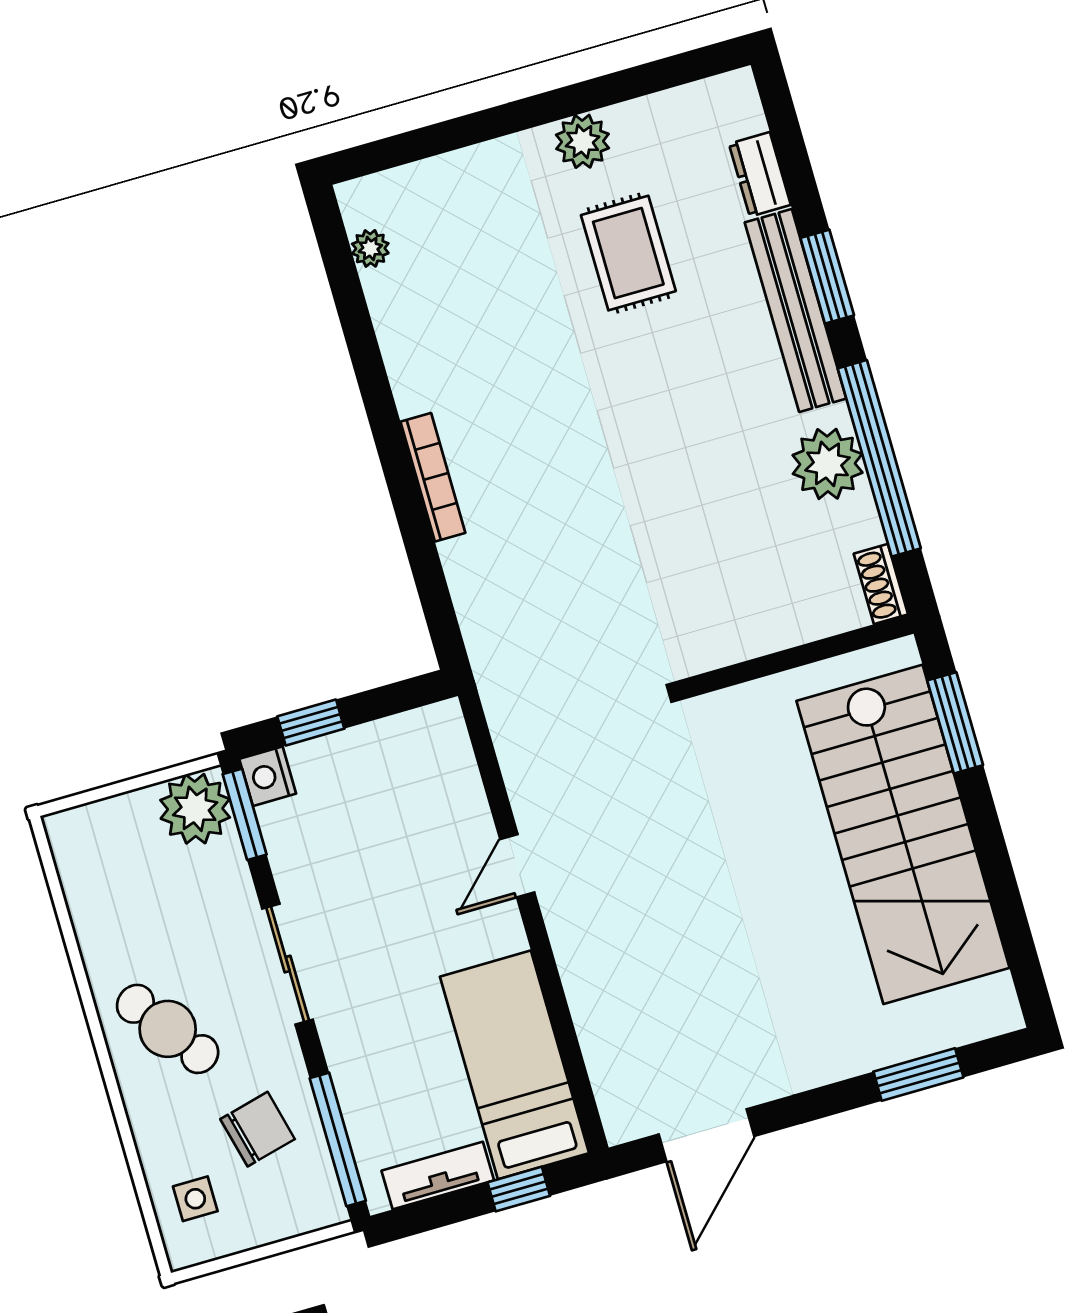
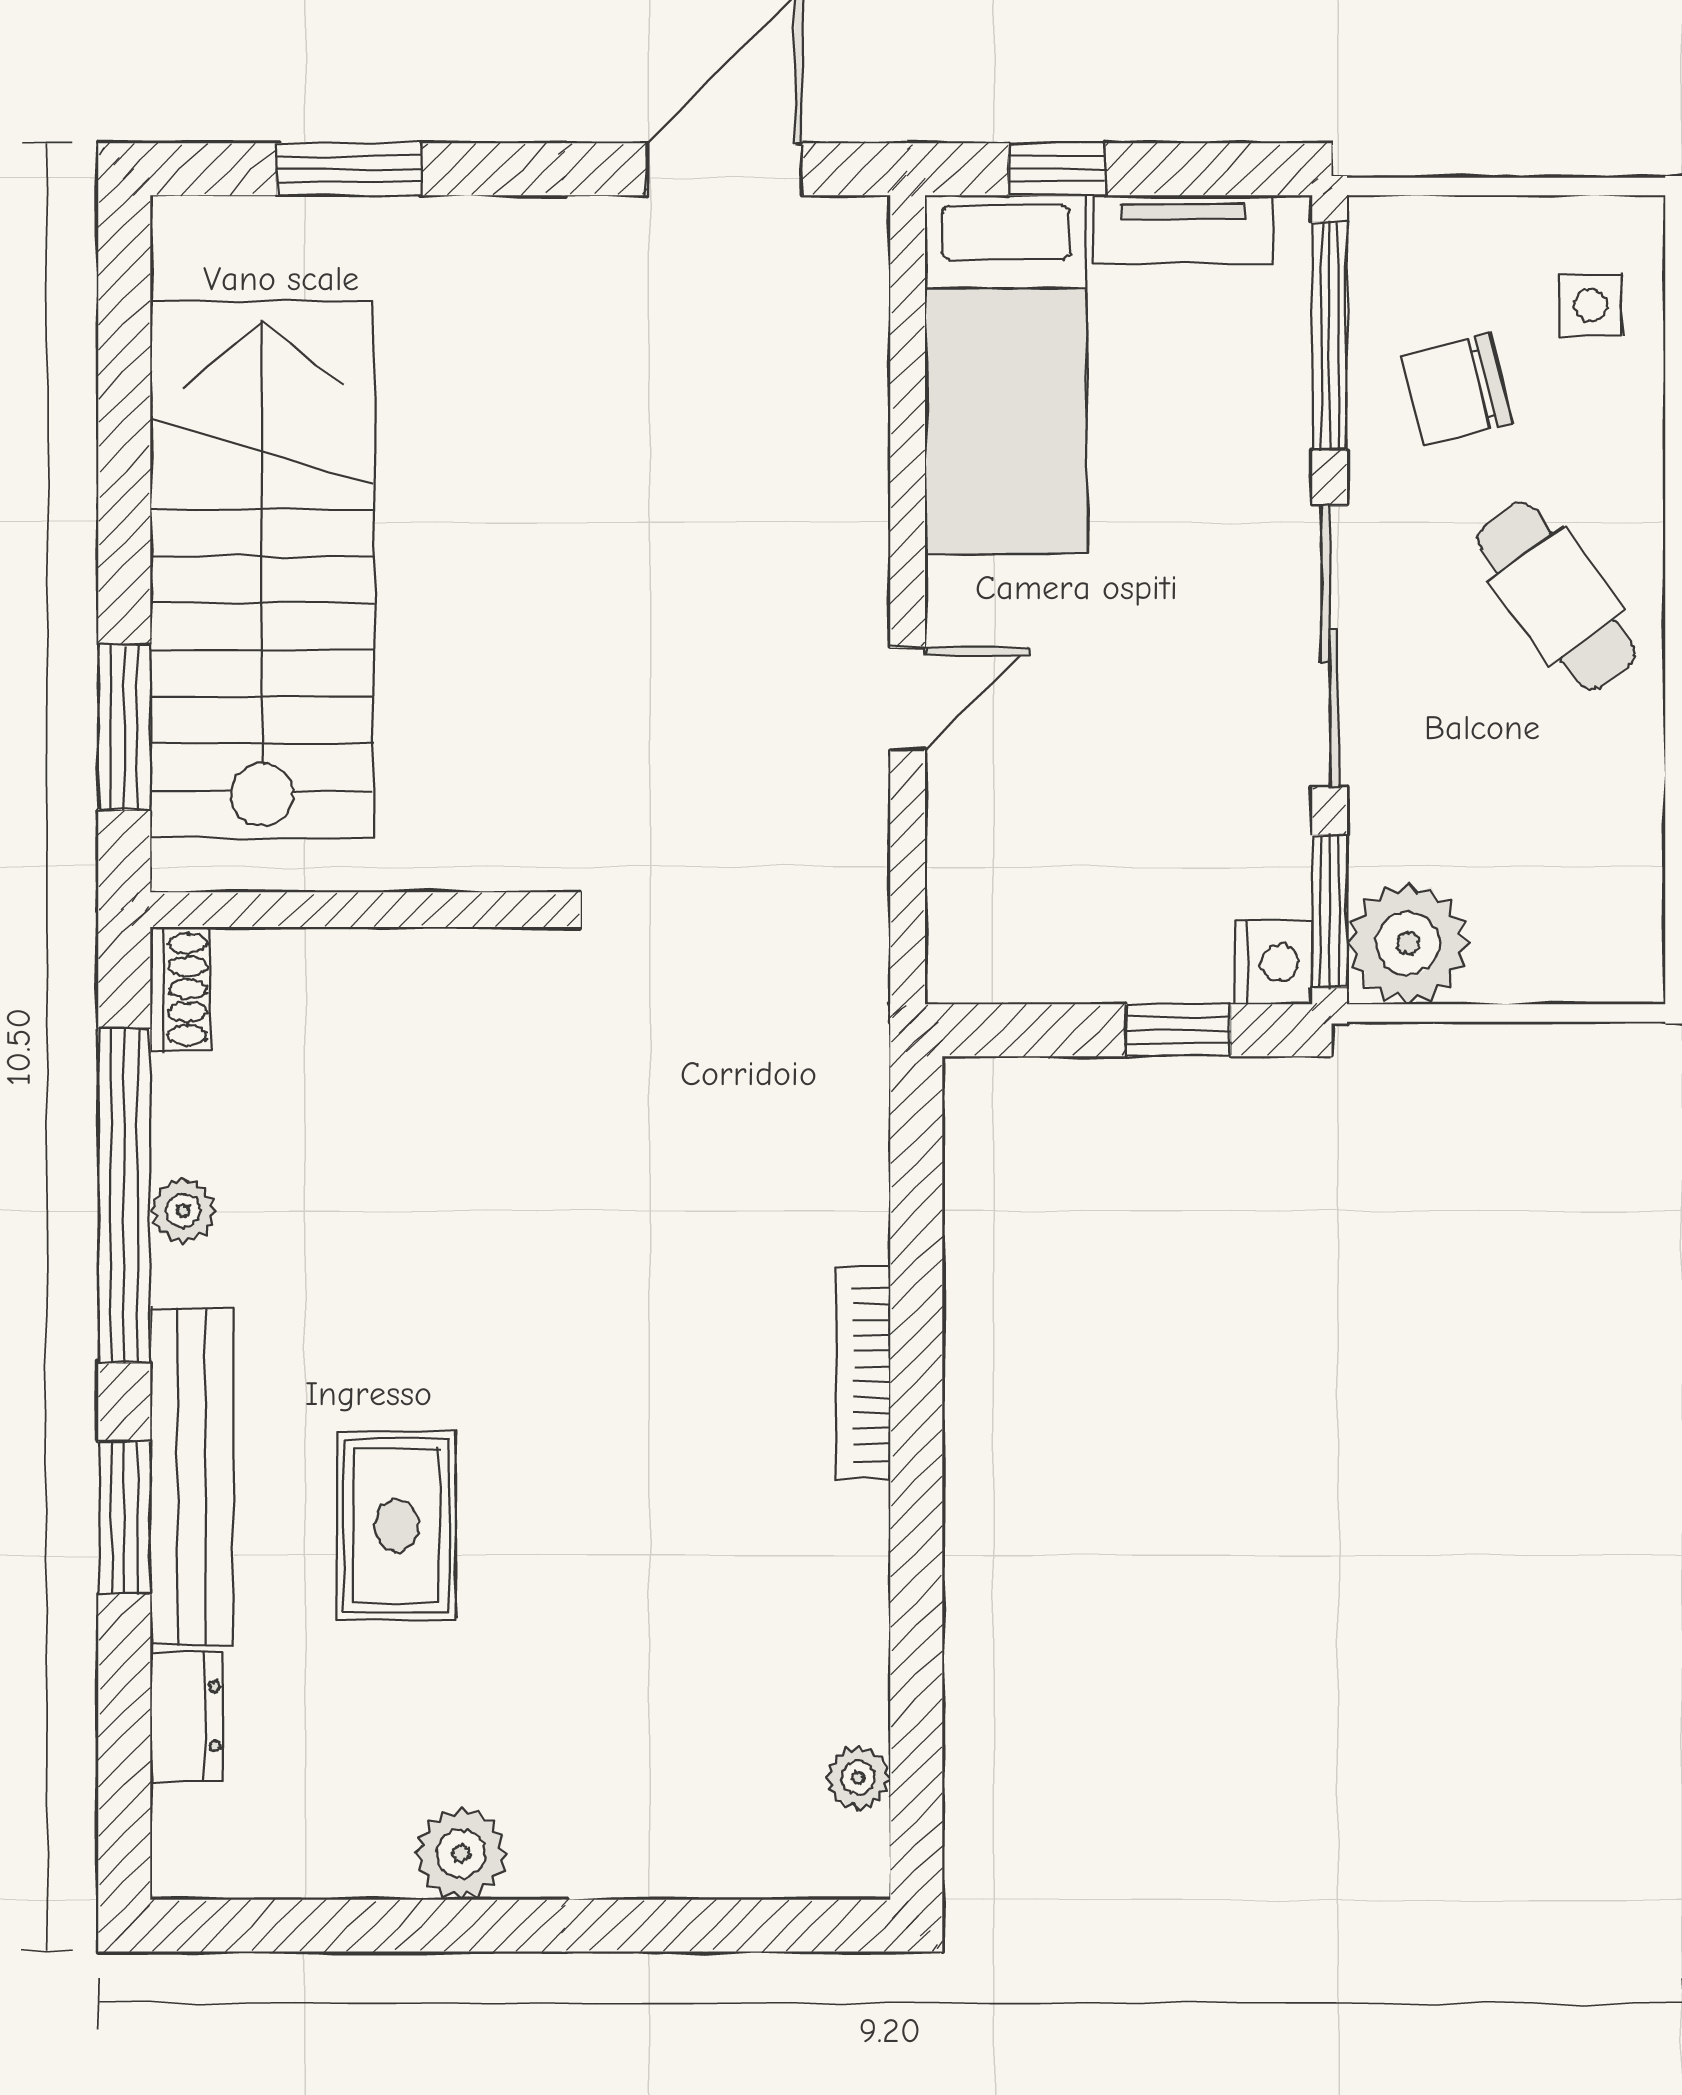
rug: (628, 253) -> (396, 1525), moved
plant: (828, 464) -> (183, 1211), width x0.53, depth x0.53
sliding door: (288, 964) -> (1330, 646), width x1.37

